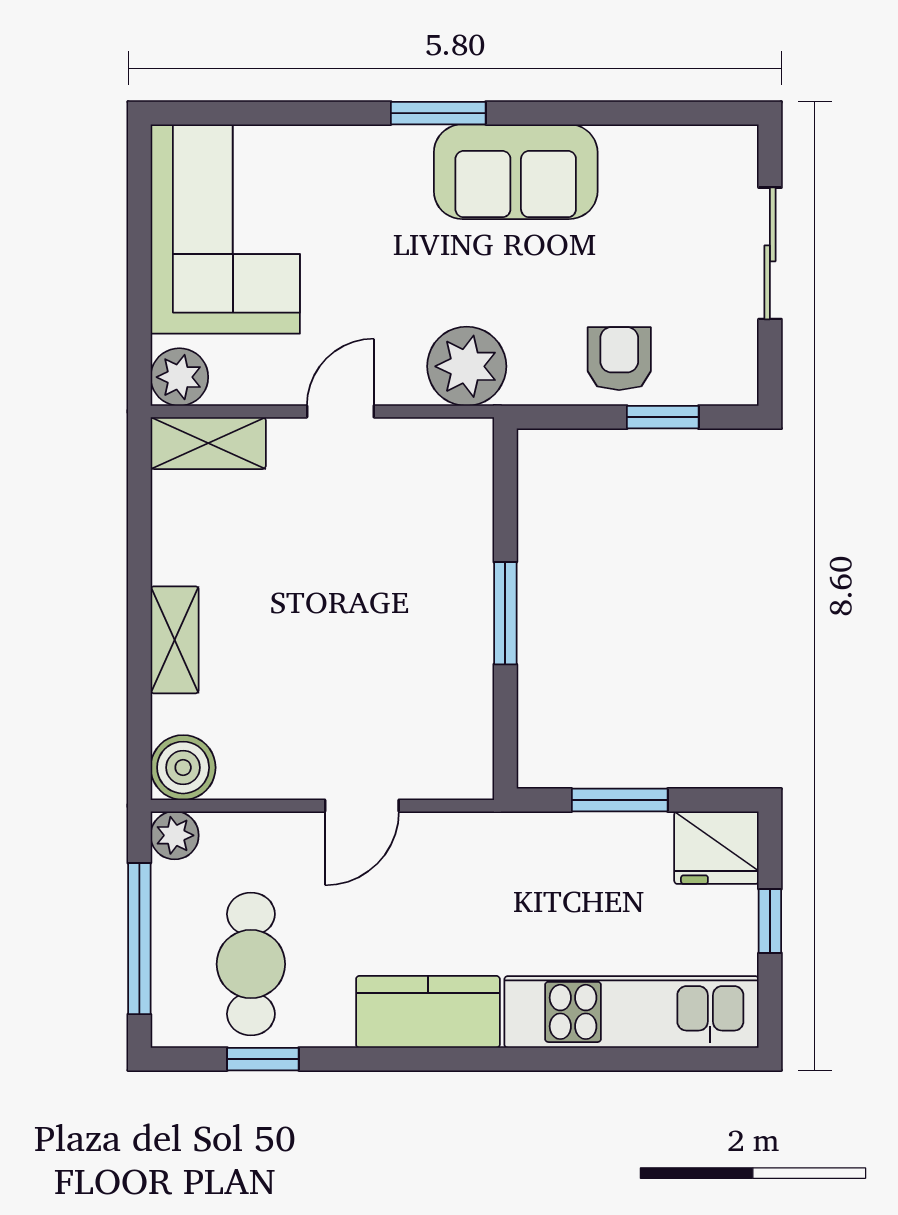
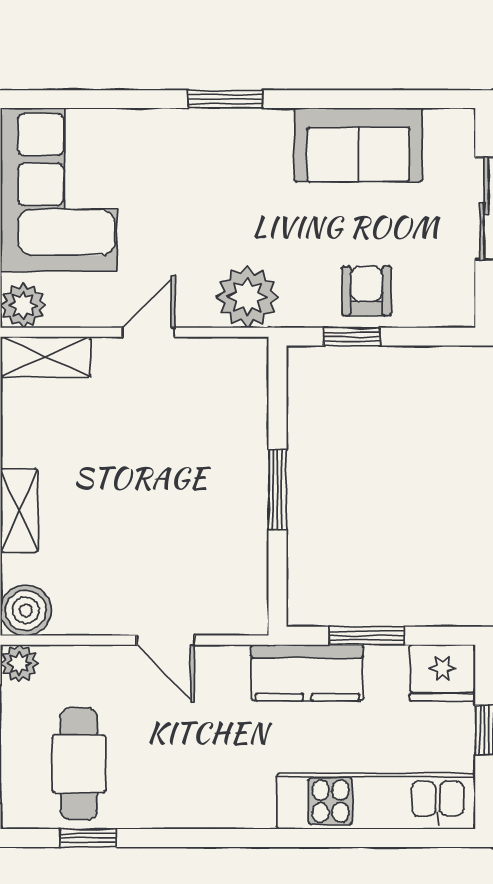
sofa: (516, 172) -> (358, 145), moved
window: (663, 417) -> (352, 337), moved
door: (362, 806) -> (166, 640), hinge flipped
kitchen counter: (428, 1012) -> (307, 673), moved, turned 180

